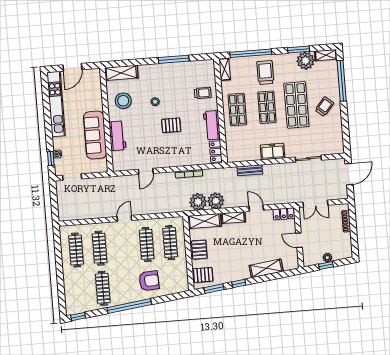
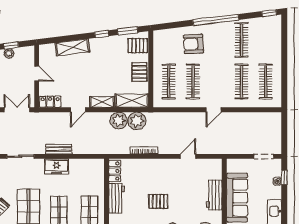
bench: (250, 170) -> (59, 149), moved
door: (256, 208) -> (78, 110), hinge flipped

